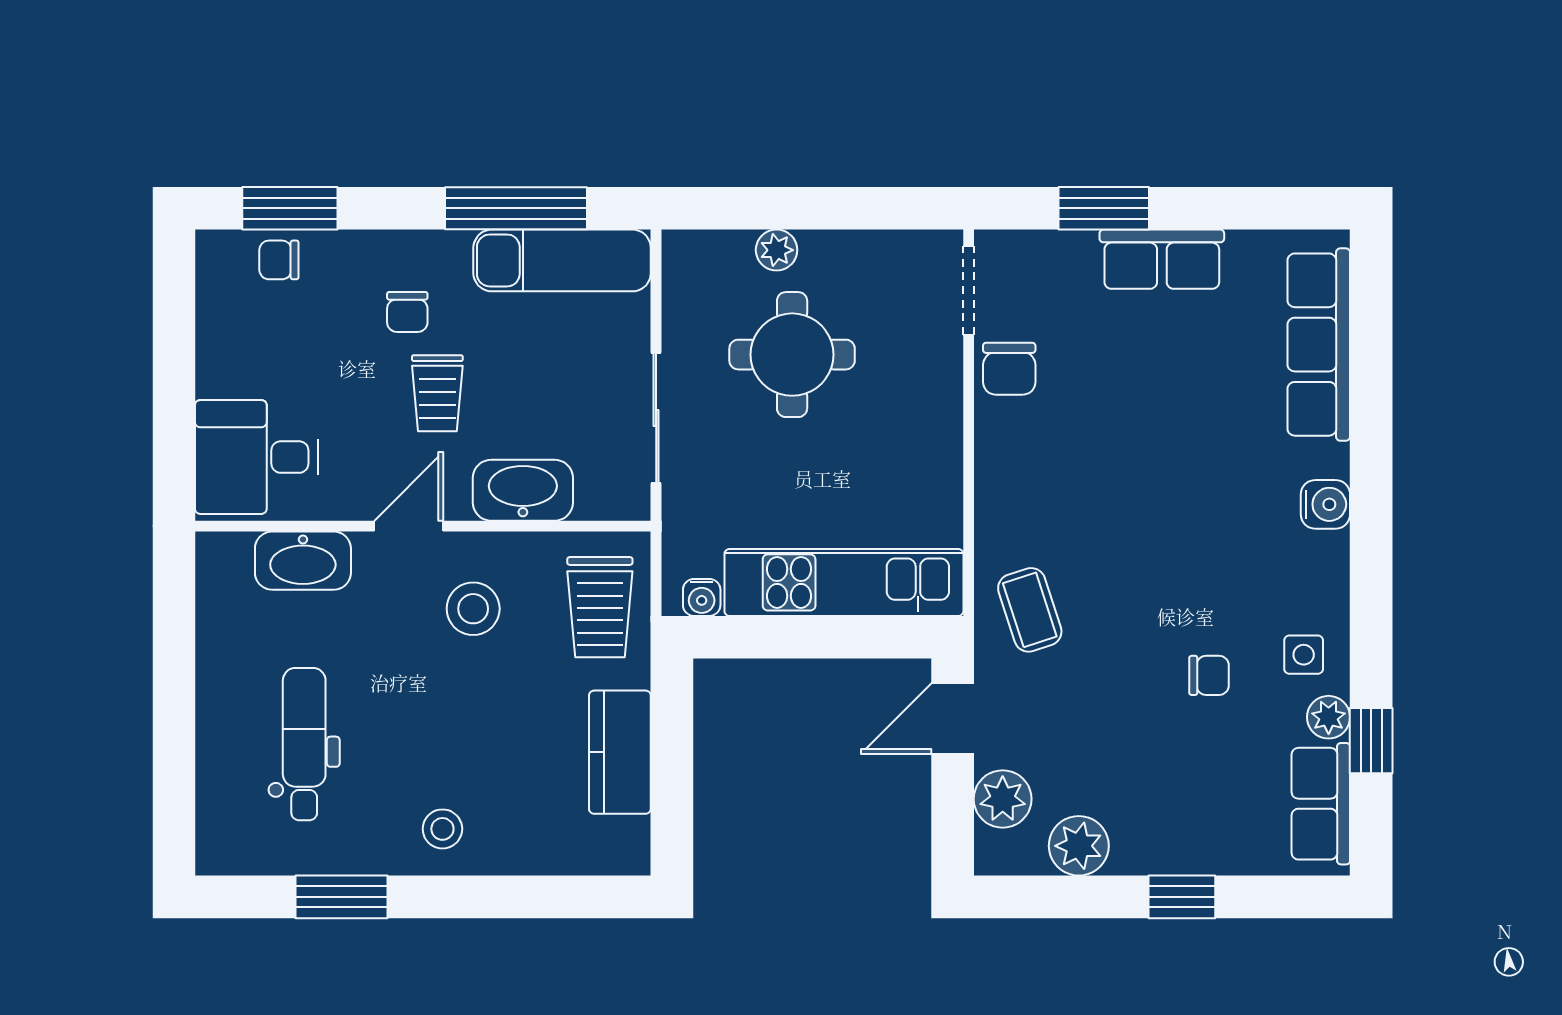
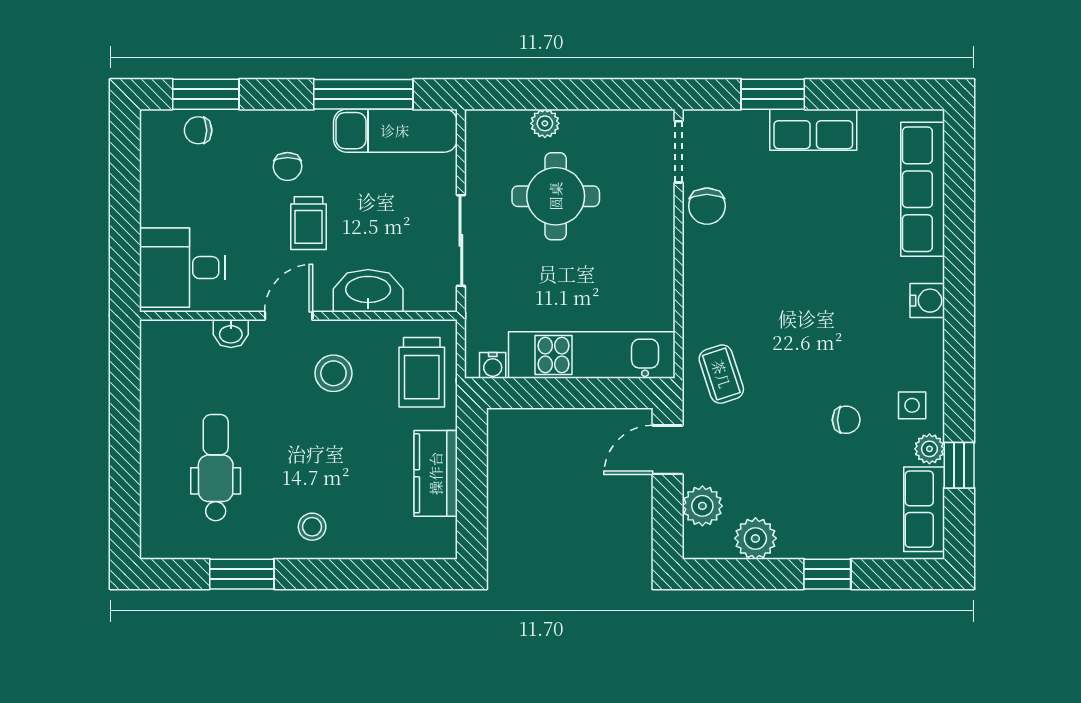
washbasin: (303, 561) -> (231, 333), width x0.52, depth x0.69

